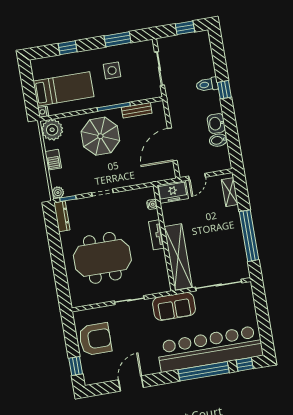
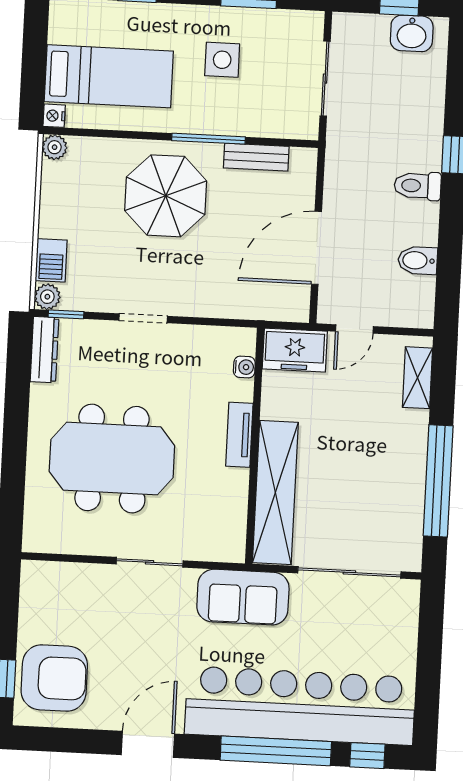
toilet: (207, 85) -> (418, 186), moved
washbasin: (216, 123) -> (412, 33), moved, turned -90
plant: (52, 130) -> (55, 147), width x0.53, depth x0.53
barbecue: (53, 160) -> (51, 260), moved
armchair: (95, 339) -> (54, 678), moved
door: (131, 384) -> (148, 744), moved

